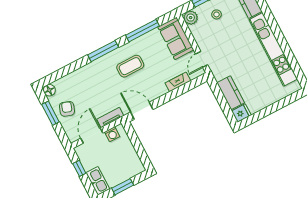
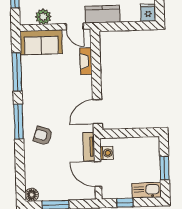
plant: (191, 18) -> (43, 17), moved
coffee table: (130, 66) -> (47, 102), removed
kitchen counter: (231, 93) -> (103, 14), moved
armchair: (67, 109) -> (43, 136), moved

